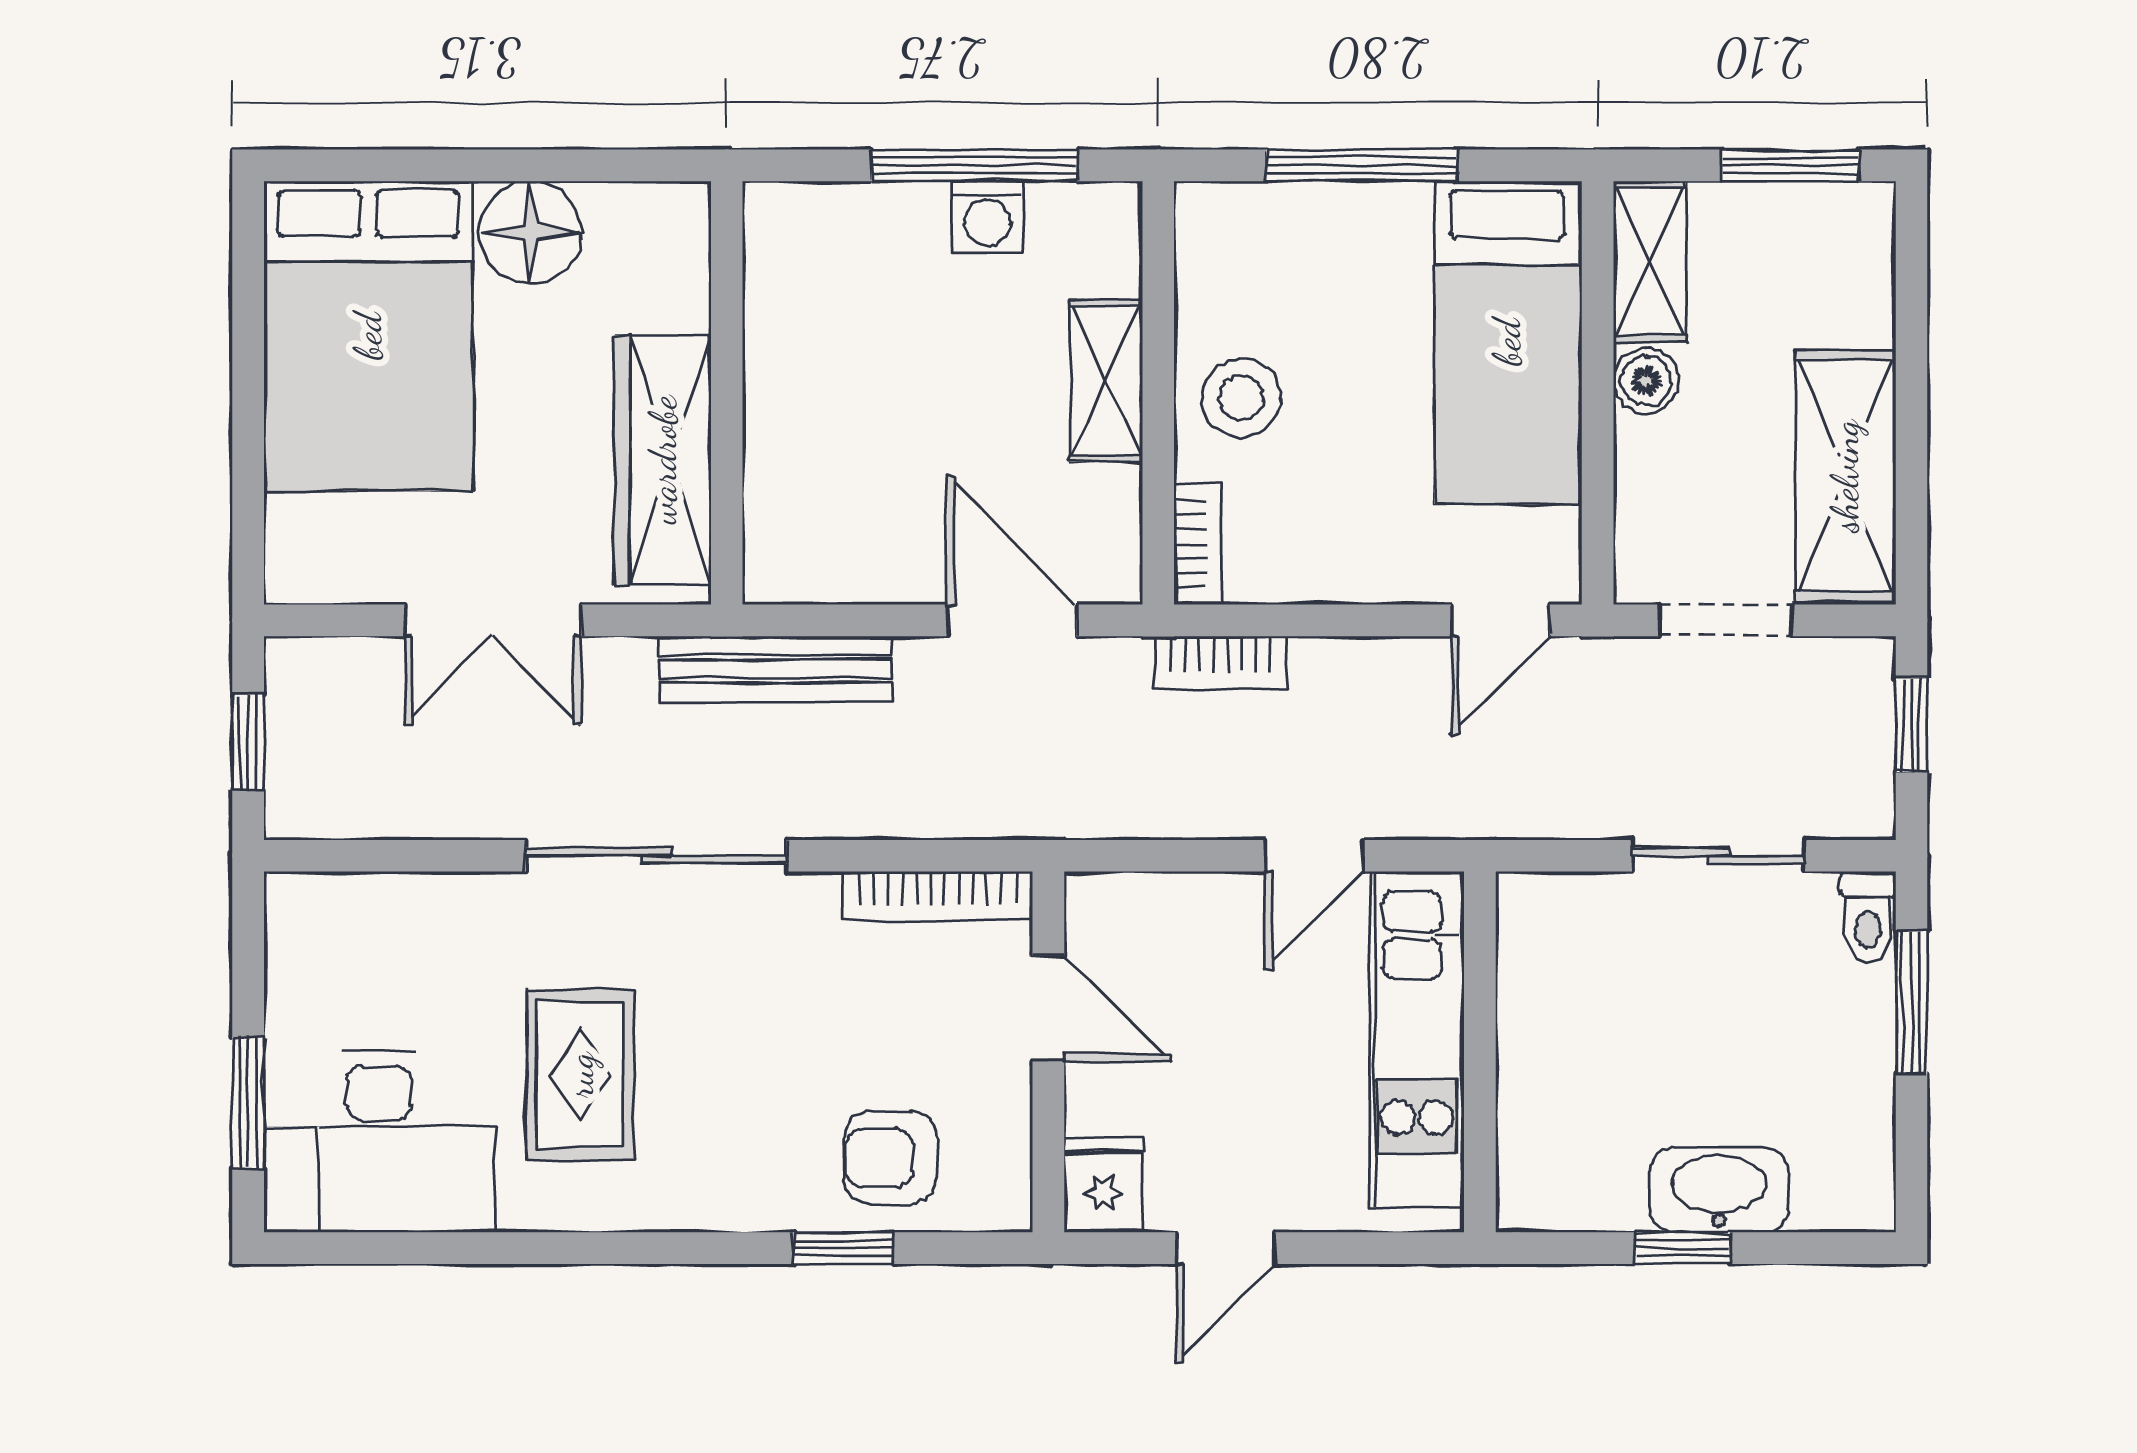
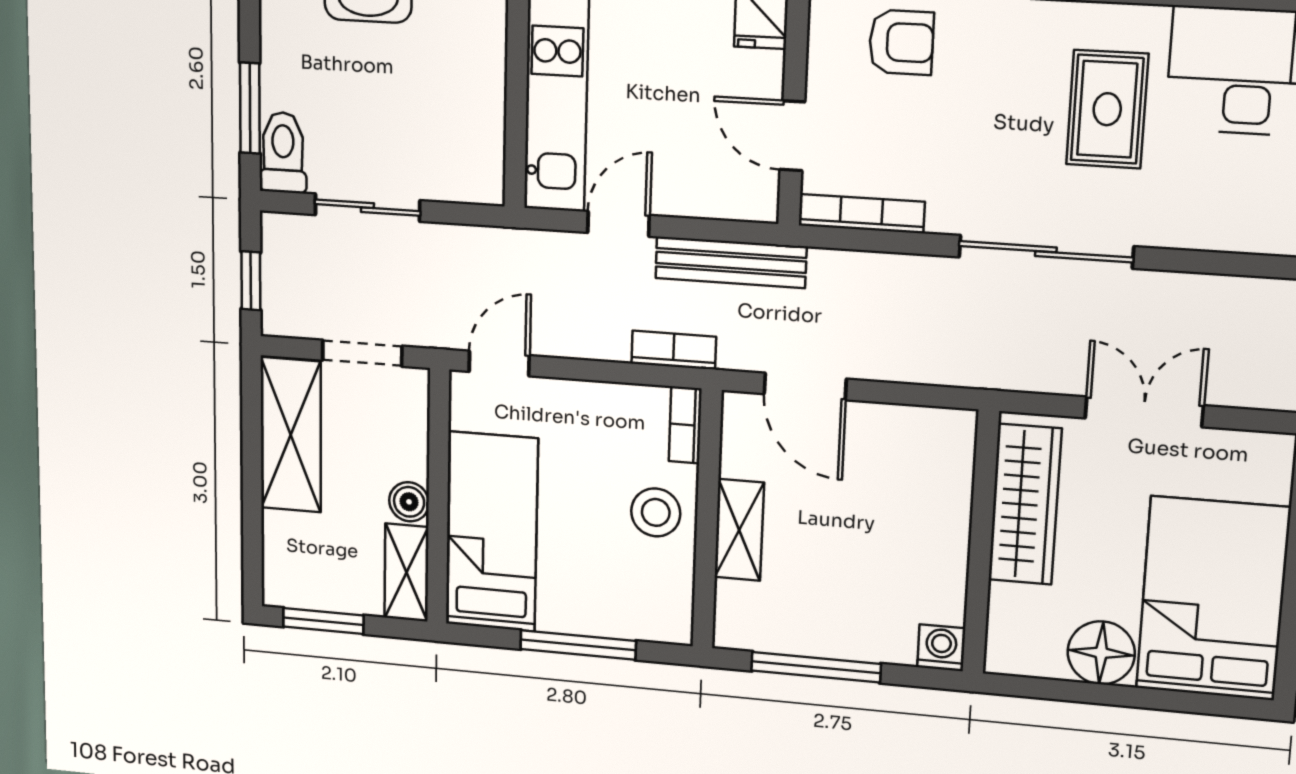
washing machine: (988, 217) -> (941, 648), moved
bench: (776, 669) -> (731, 262), moved
toilet: (1868, 917) -> (283, 152), width x1.37, depth x1.39

